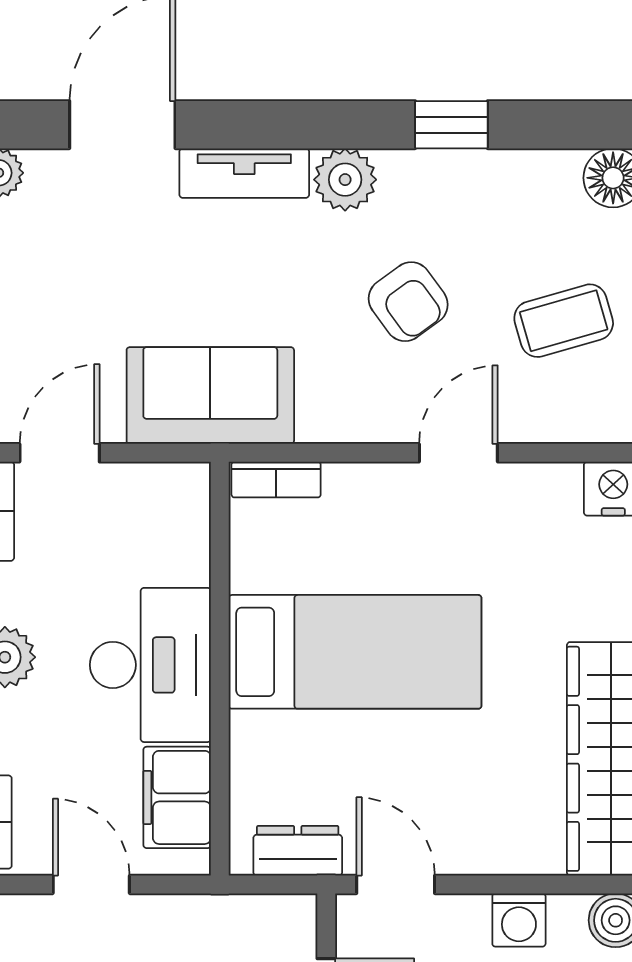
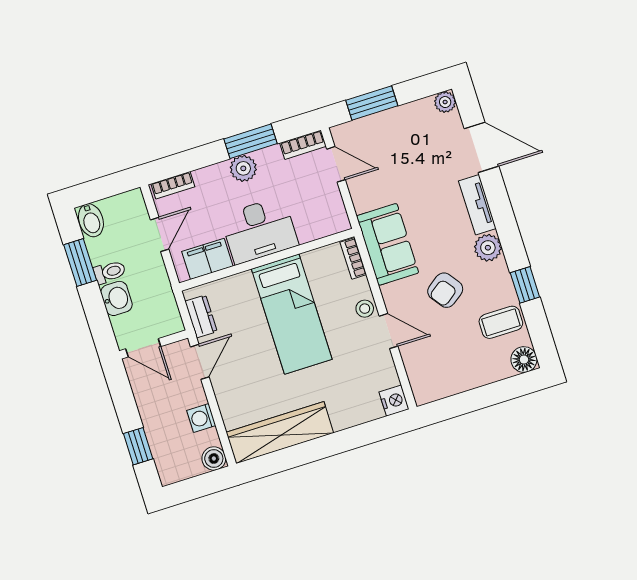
coffee table: (564, 321) -> (501, 322), moved, turned -74
sofa: (210, 396) -> (388, 244), moved
stool: (393, 489) -> (365, 309), added

